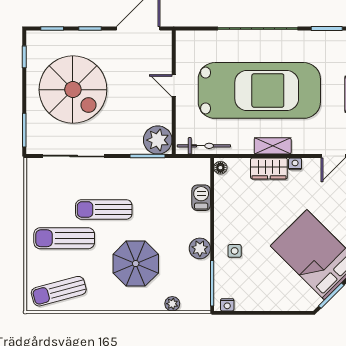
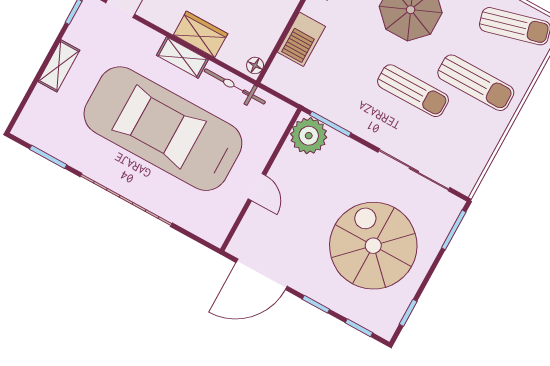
bicycle: (204, 146) -> (235, 86), moved
nightstand: (295, 164) -> (168, 23), removed
barbecue: (201, 198) -> (301, 39), width x1.38, depth x1.27

